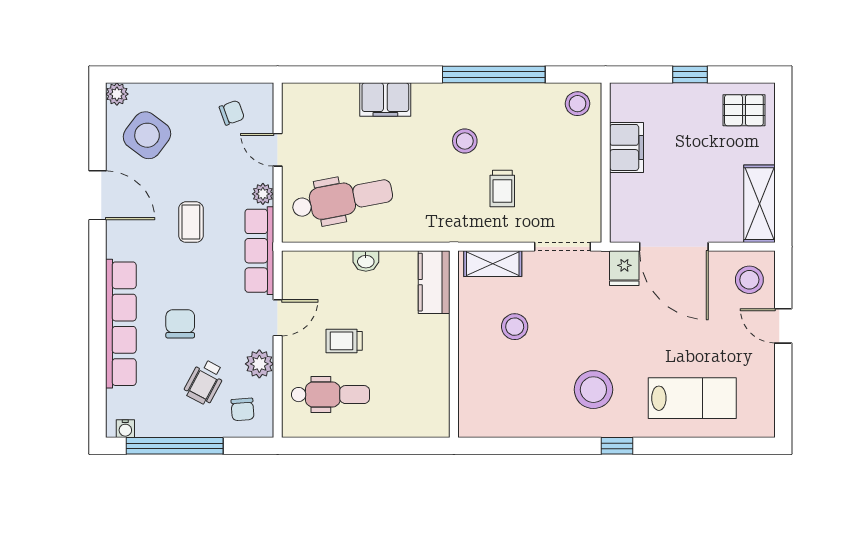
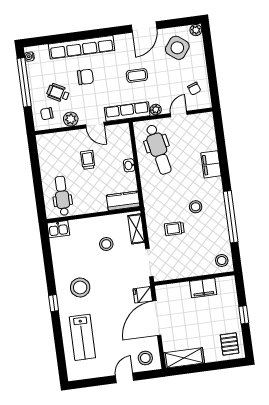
dental chair: (331, 395) -> (62, 196), moved, turned 180
kitchen sink: (473, 417) -> (58, 229), added

